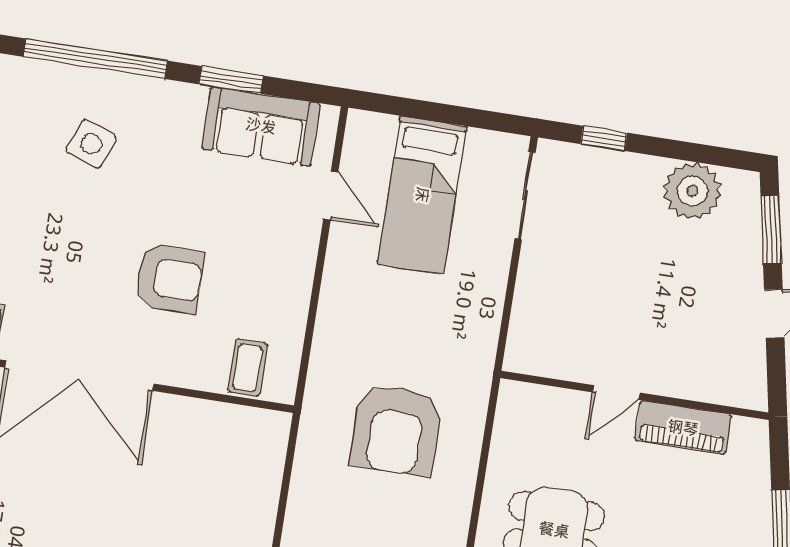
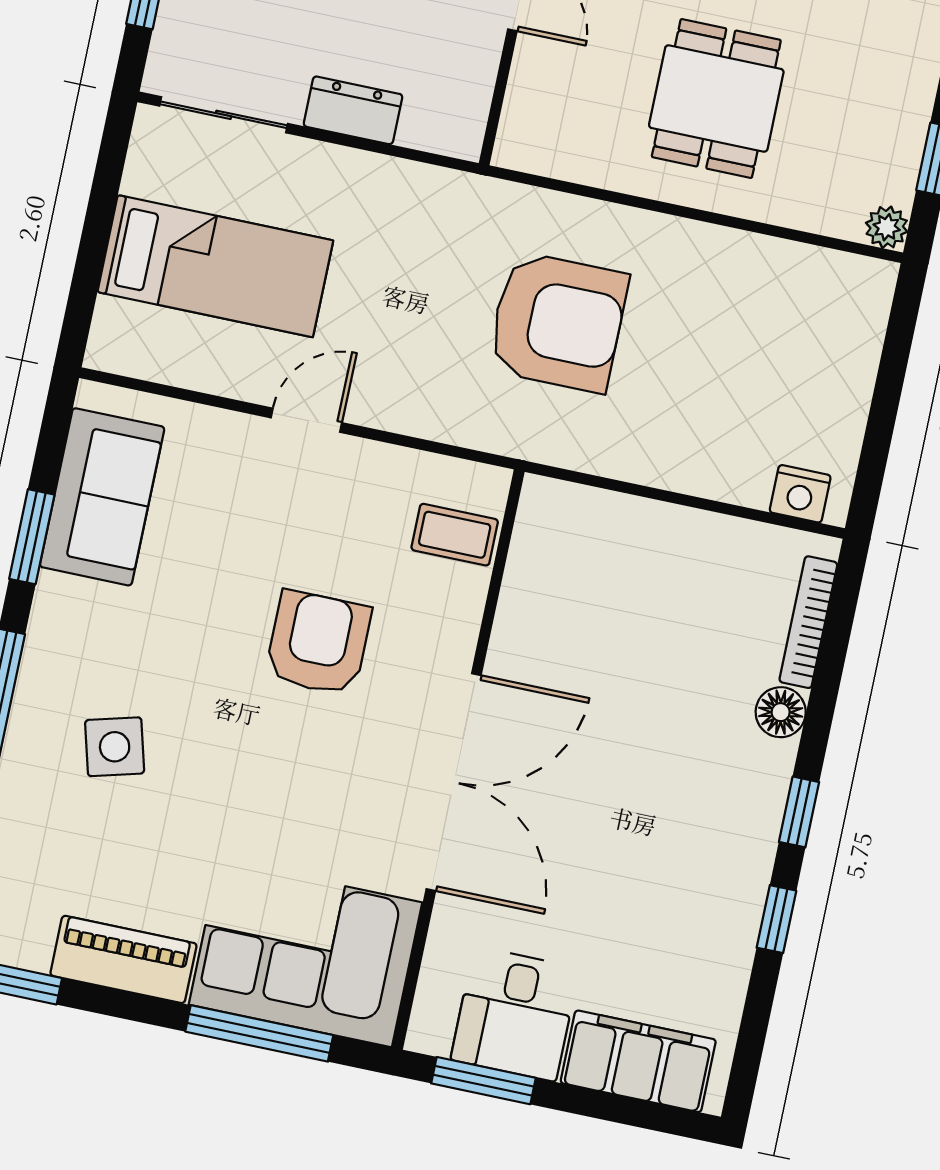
side table: (91, 144) -> (115, 747), turned -35
door: (331, 196) -> (306, 420), moved
dresser: (533, 283) -> (353, 110), added

